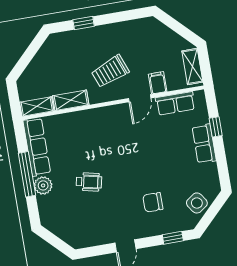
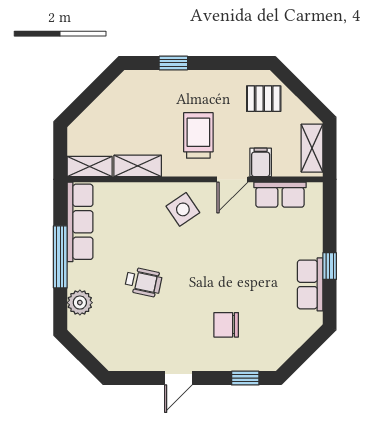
pallet: (152, 37) -> (264, 99), added
trolley: (110, 71) -> (198, 135), turned 111
window: (216, 127) -> (330, 266), moved
row of seats: (204, 144) -> (310, 284), moved
plant: (43, 185) -> (80, 303), moved
side table: (197, 203) -> (183, 209), moved

